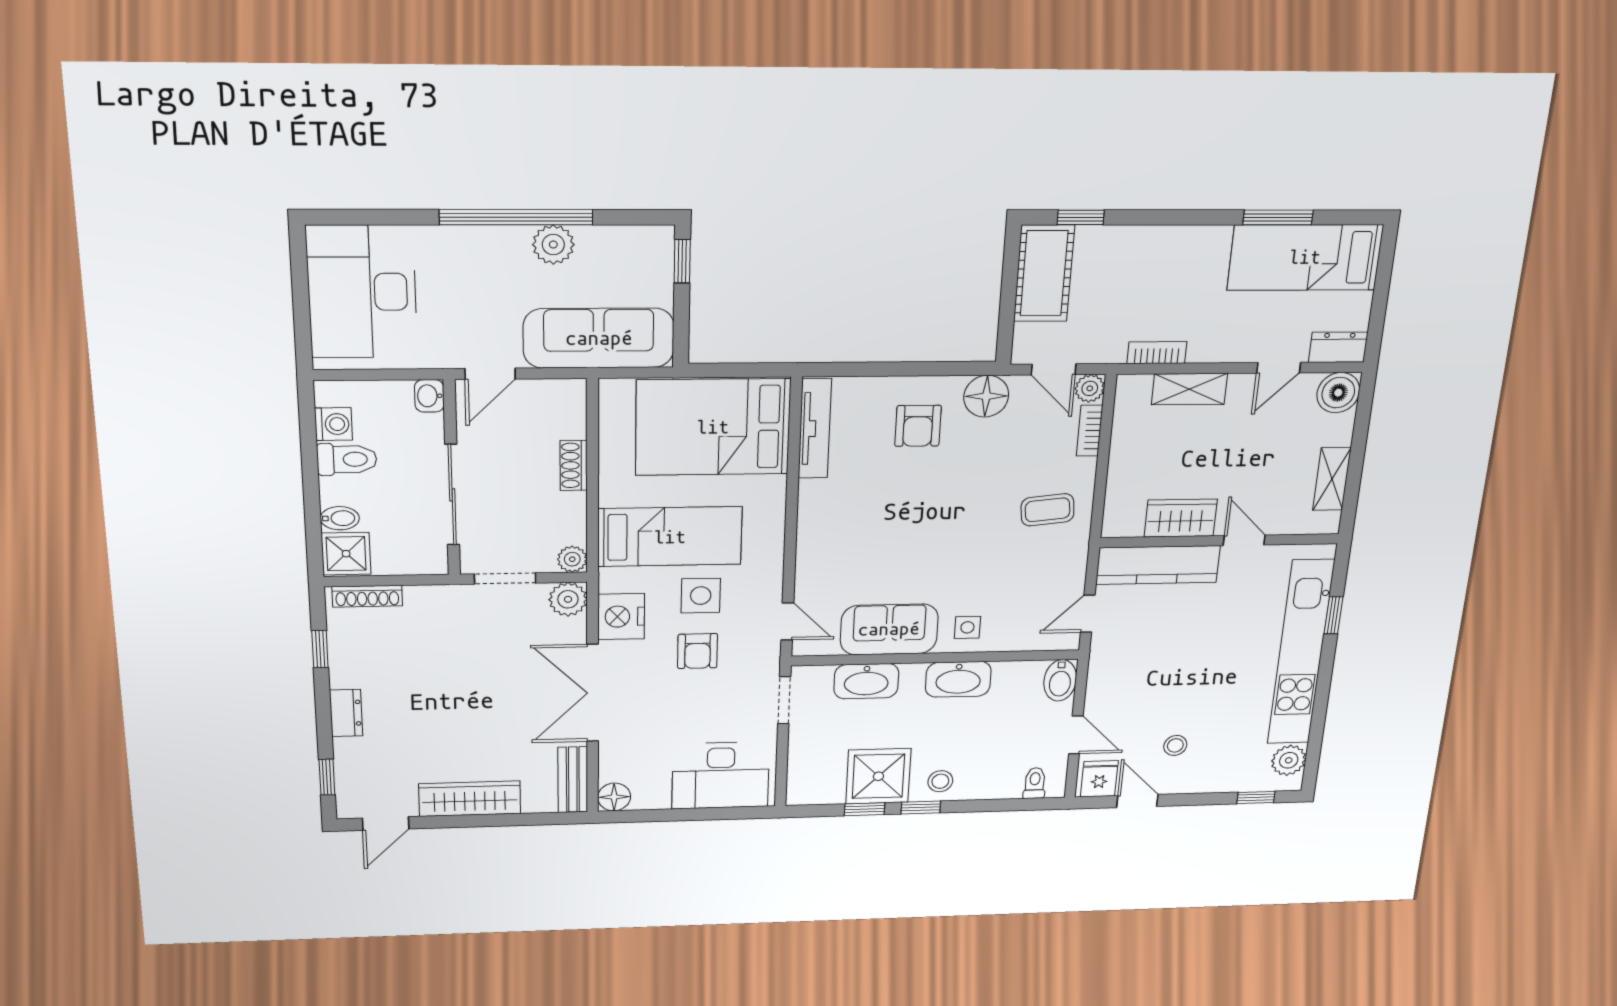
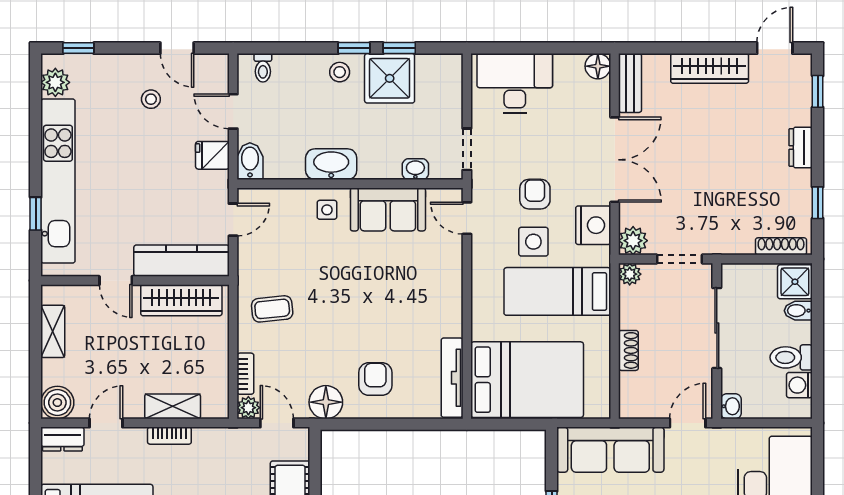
bookcase: (1157, 353) -> (169, 436), moved
wardrobe: (1181, 518) -> (181, 300), width x1.50
washbasin: (866, 681) -> (415, 169), width x0.52, depth x0.69
fridge: (1099, 779) -> (212, 155), moved, turned 90

